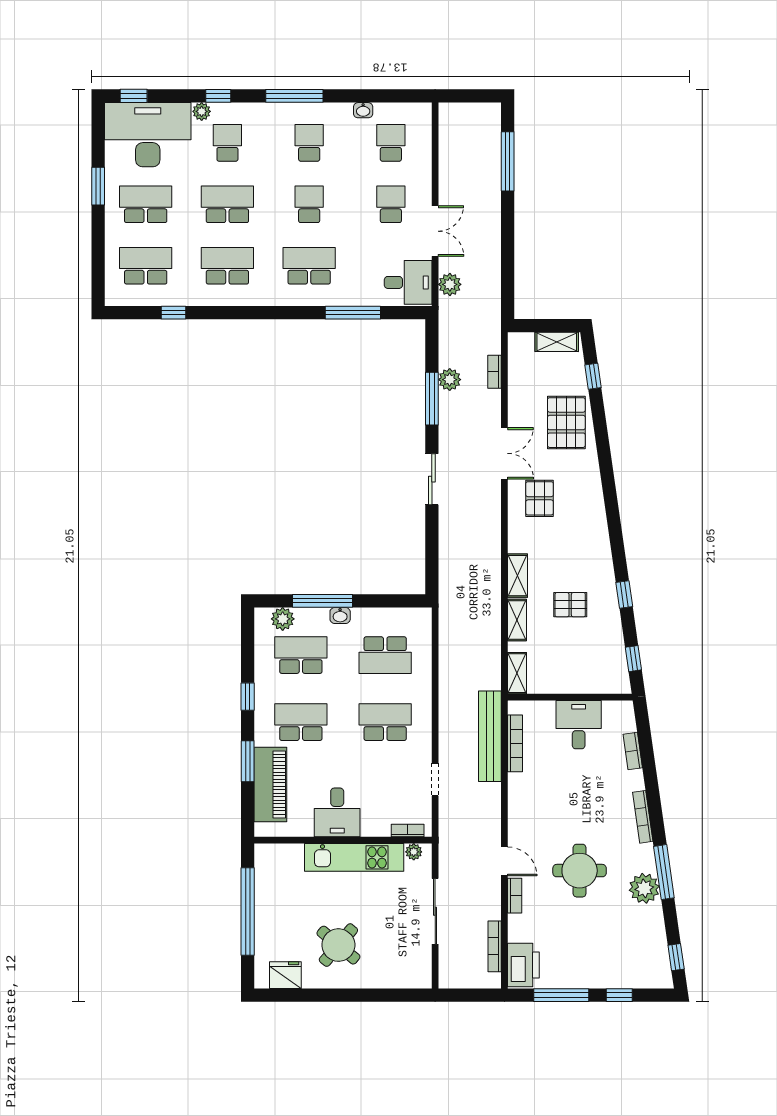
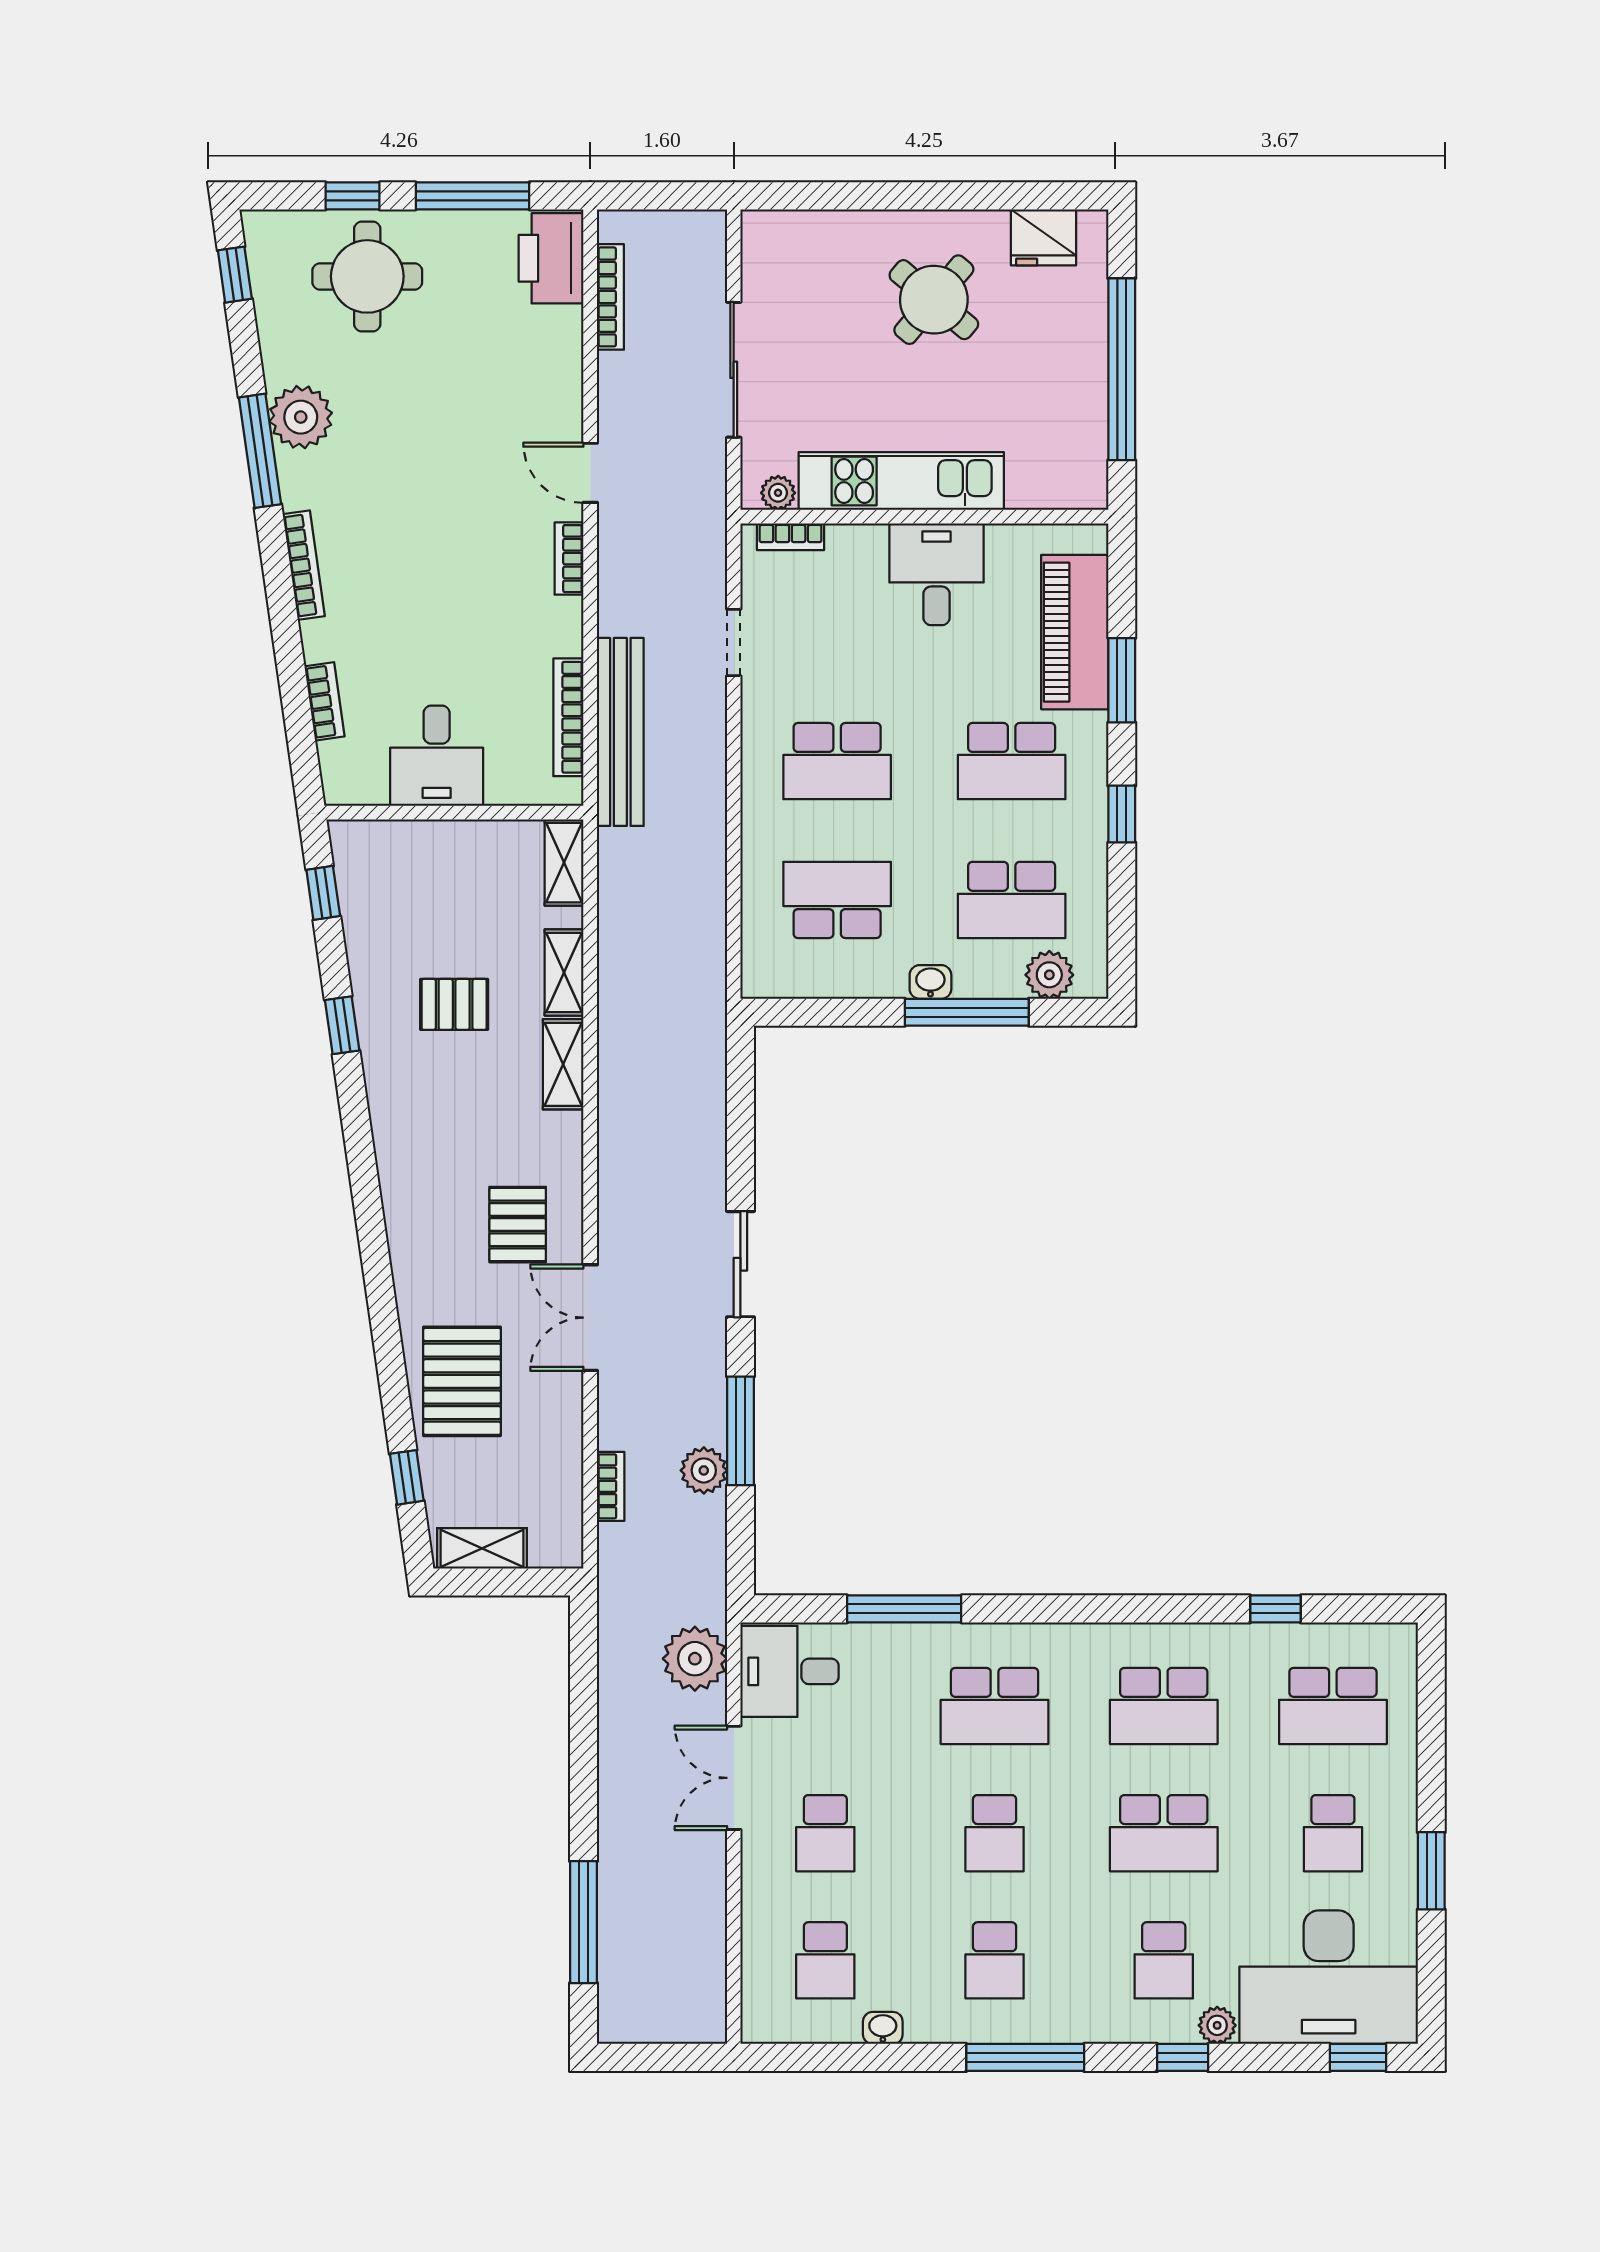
school desk: (146, 204) -> (1333, 1833), width x0.54
plant: (450, 284) -> (695, 1659), width x1.36, depth x1.36
round table: (580, 871) -> (367, 276), moved
bookcase: (515, 896) -> (569, 559), moved

